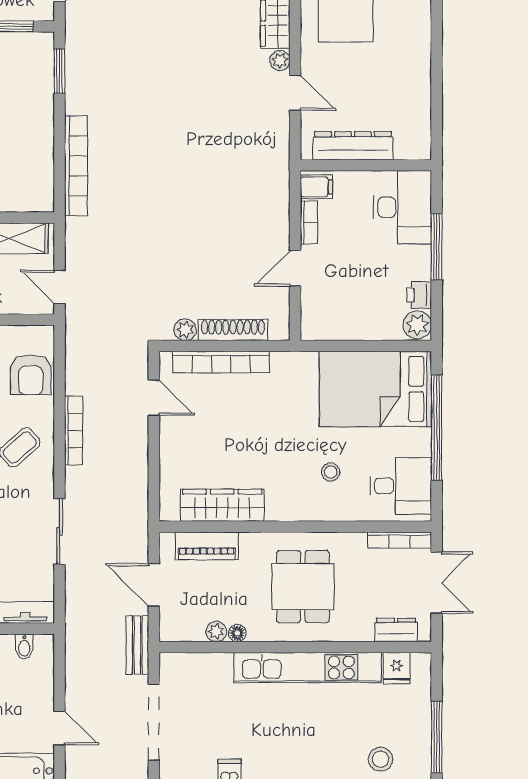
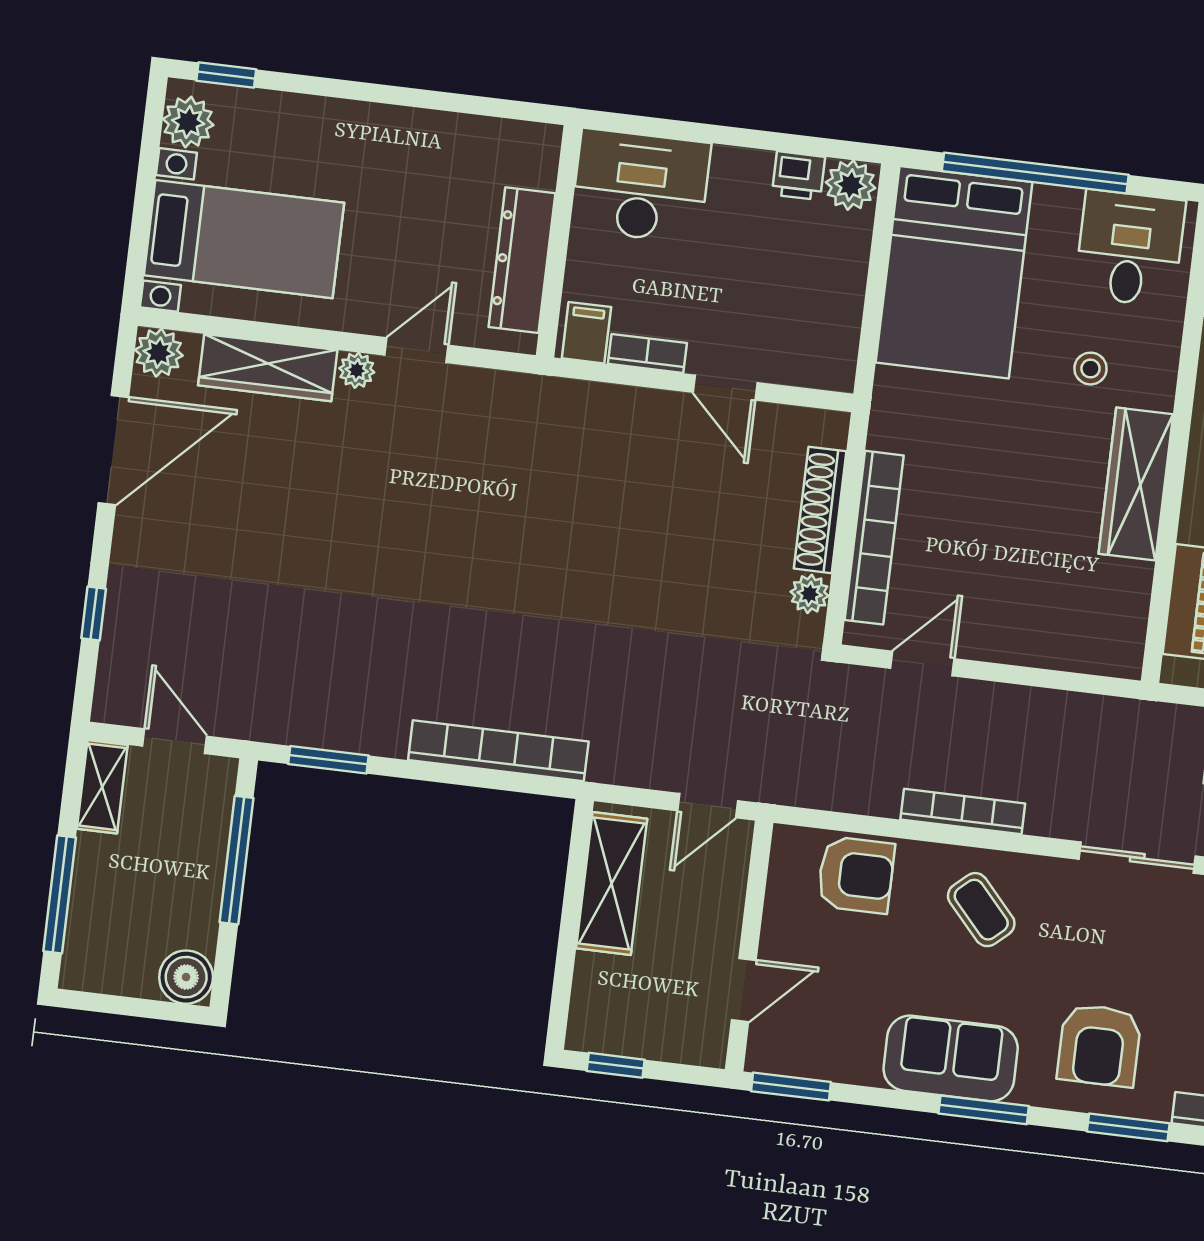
window: (437, 247) -> (717, 134), removed
wardrobe: (222, 505) -> (1136, 484), moved

